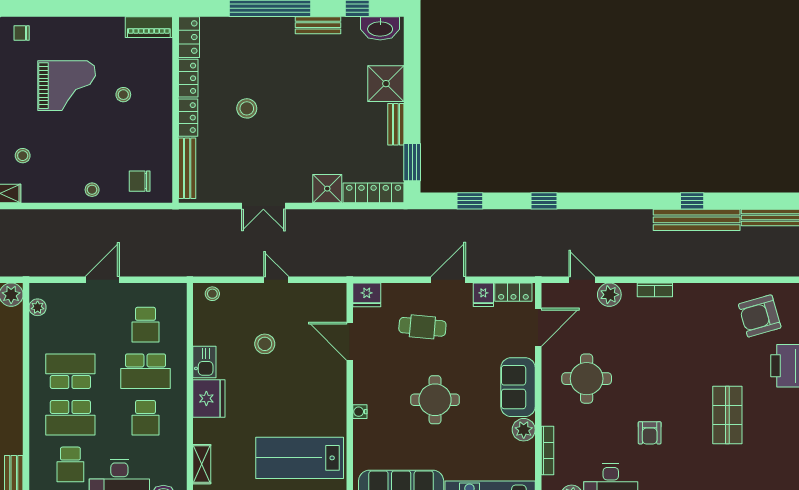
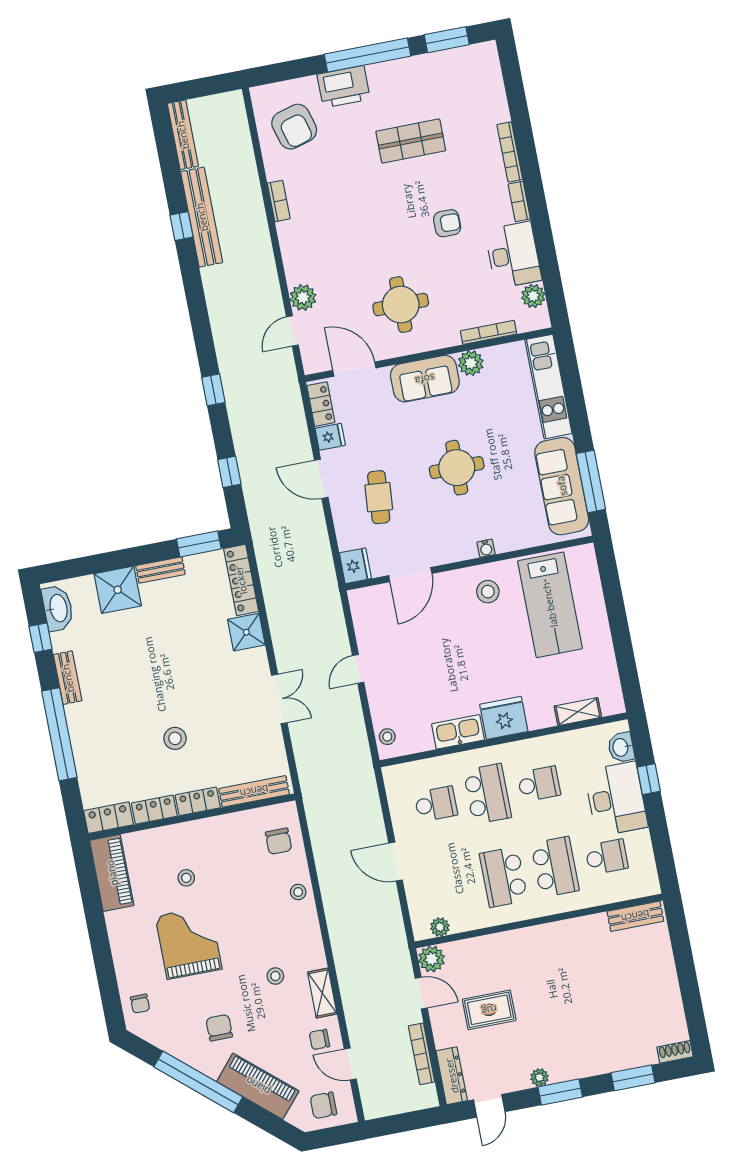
piano: (149, 27) -> (112, 873), width x1.37, depth x1.33
bookcase: (655, 290) -> (279, 201), moved
stool: (265, 344) -> (488, 592), moved
kitchen sink: (204, 362) -> (458, 732), width x1.38

